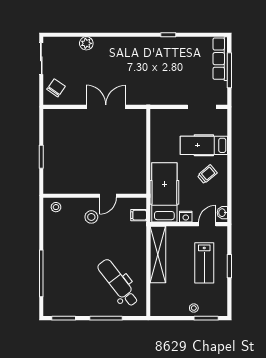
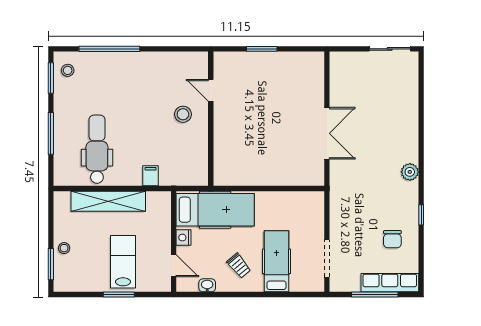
plant: (86, 43) -> (410, 172), moved
chair: (56, 88) -> (392, 239), moved, turned 55
door: (108, 196) -> (211, 90), moved
stool: (56, 207) -> (68, 70), moved
washbasin: (222, 213) -> (207, 285), moved
filing cabinet: (139, 215) -> (151, 176), moved
shelving: (158, 254) -> (108, 201), moved
lab bench: (204, 263) -> (123, 262), turned 90
dental chair: (118, 283) -> (97, 149), turned -52

